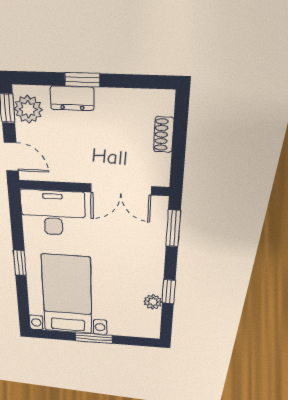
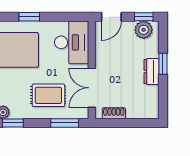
dresser: (72, 98) -> (151, 72), moved
shoe rack: (164, 135) -> (114, 113), moved
rug: (131, 247) -> (48, 95), added

